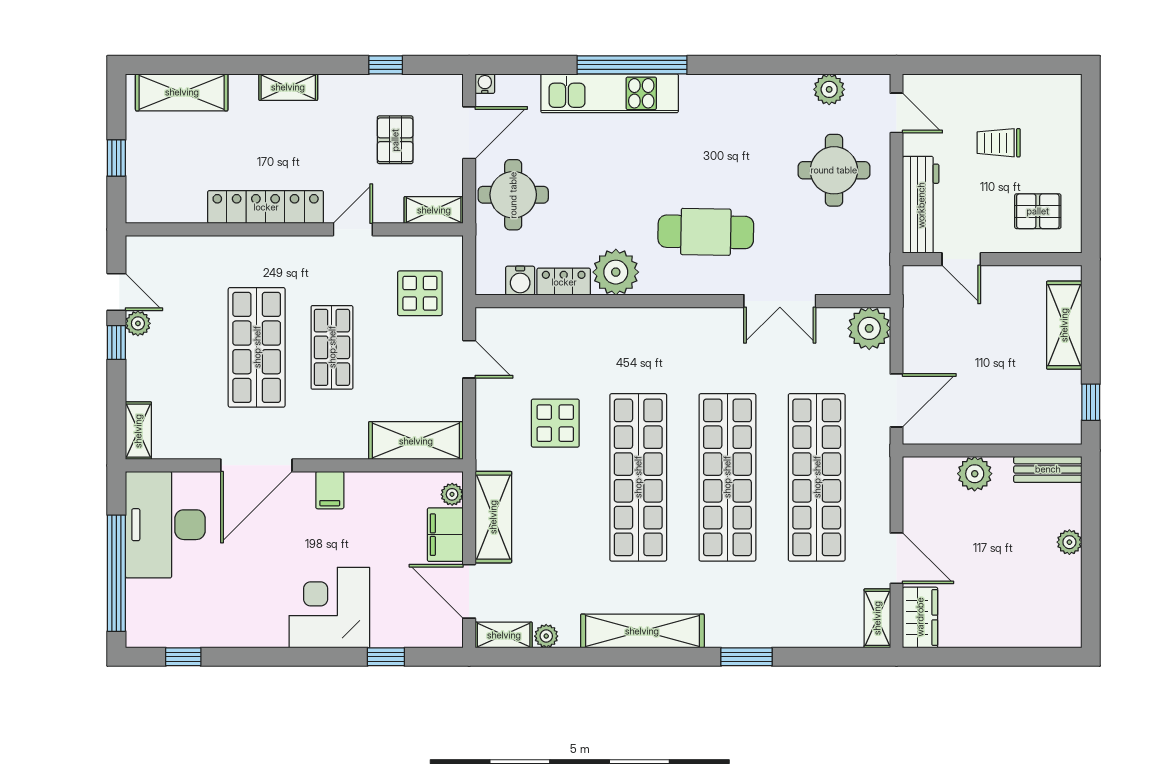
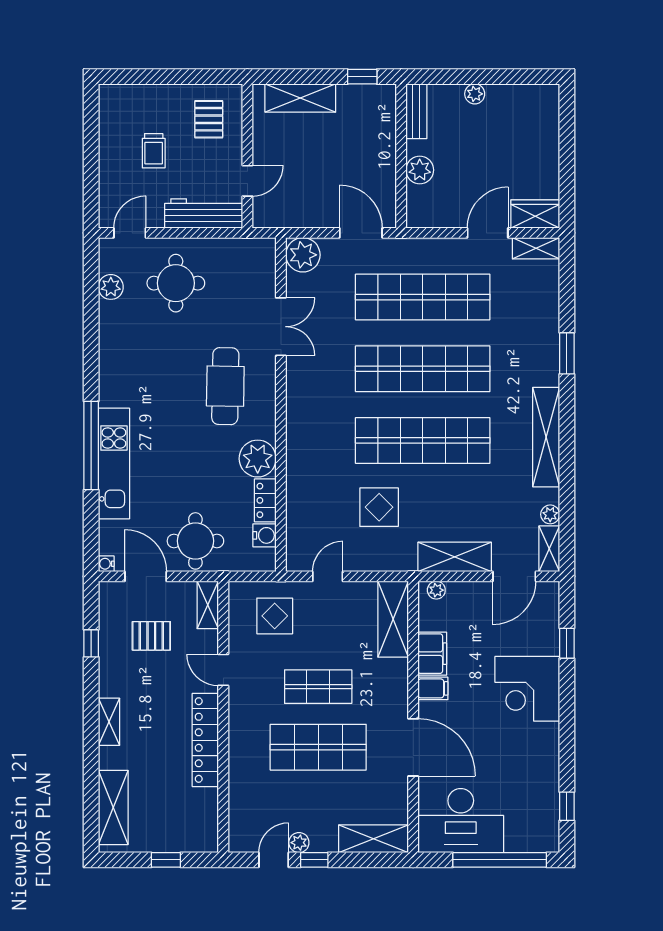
shelving: (138, 431) -> (373, 839), width x1.50, depth x1.33
filing cabinet: (445, 535) -> (432, 654), moved, turned -90

